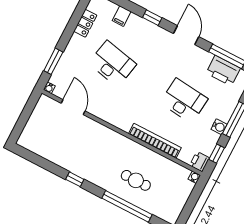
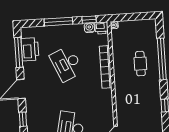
desk: (184, 101) -> (66, 64), turned -30
water cooler: (219, 127) -> (89, 28), moved

